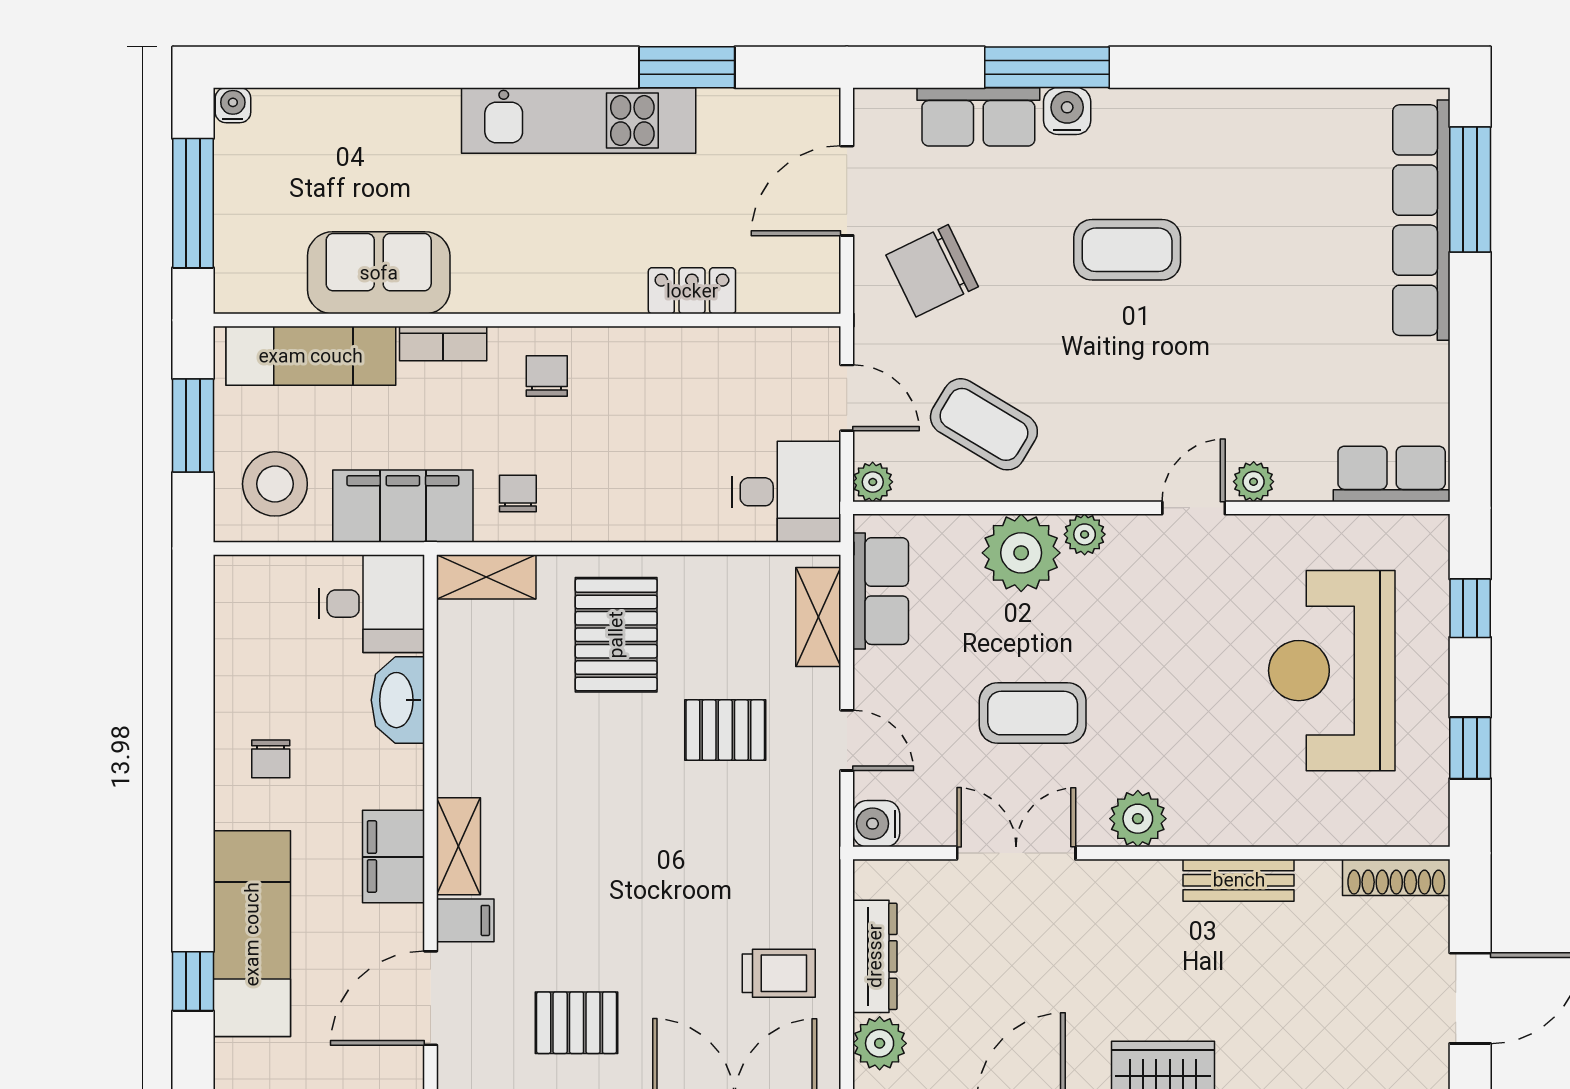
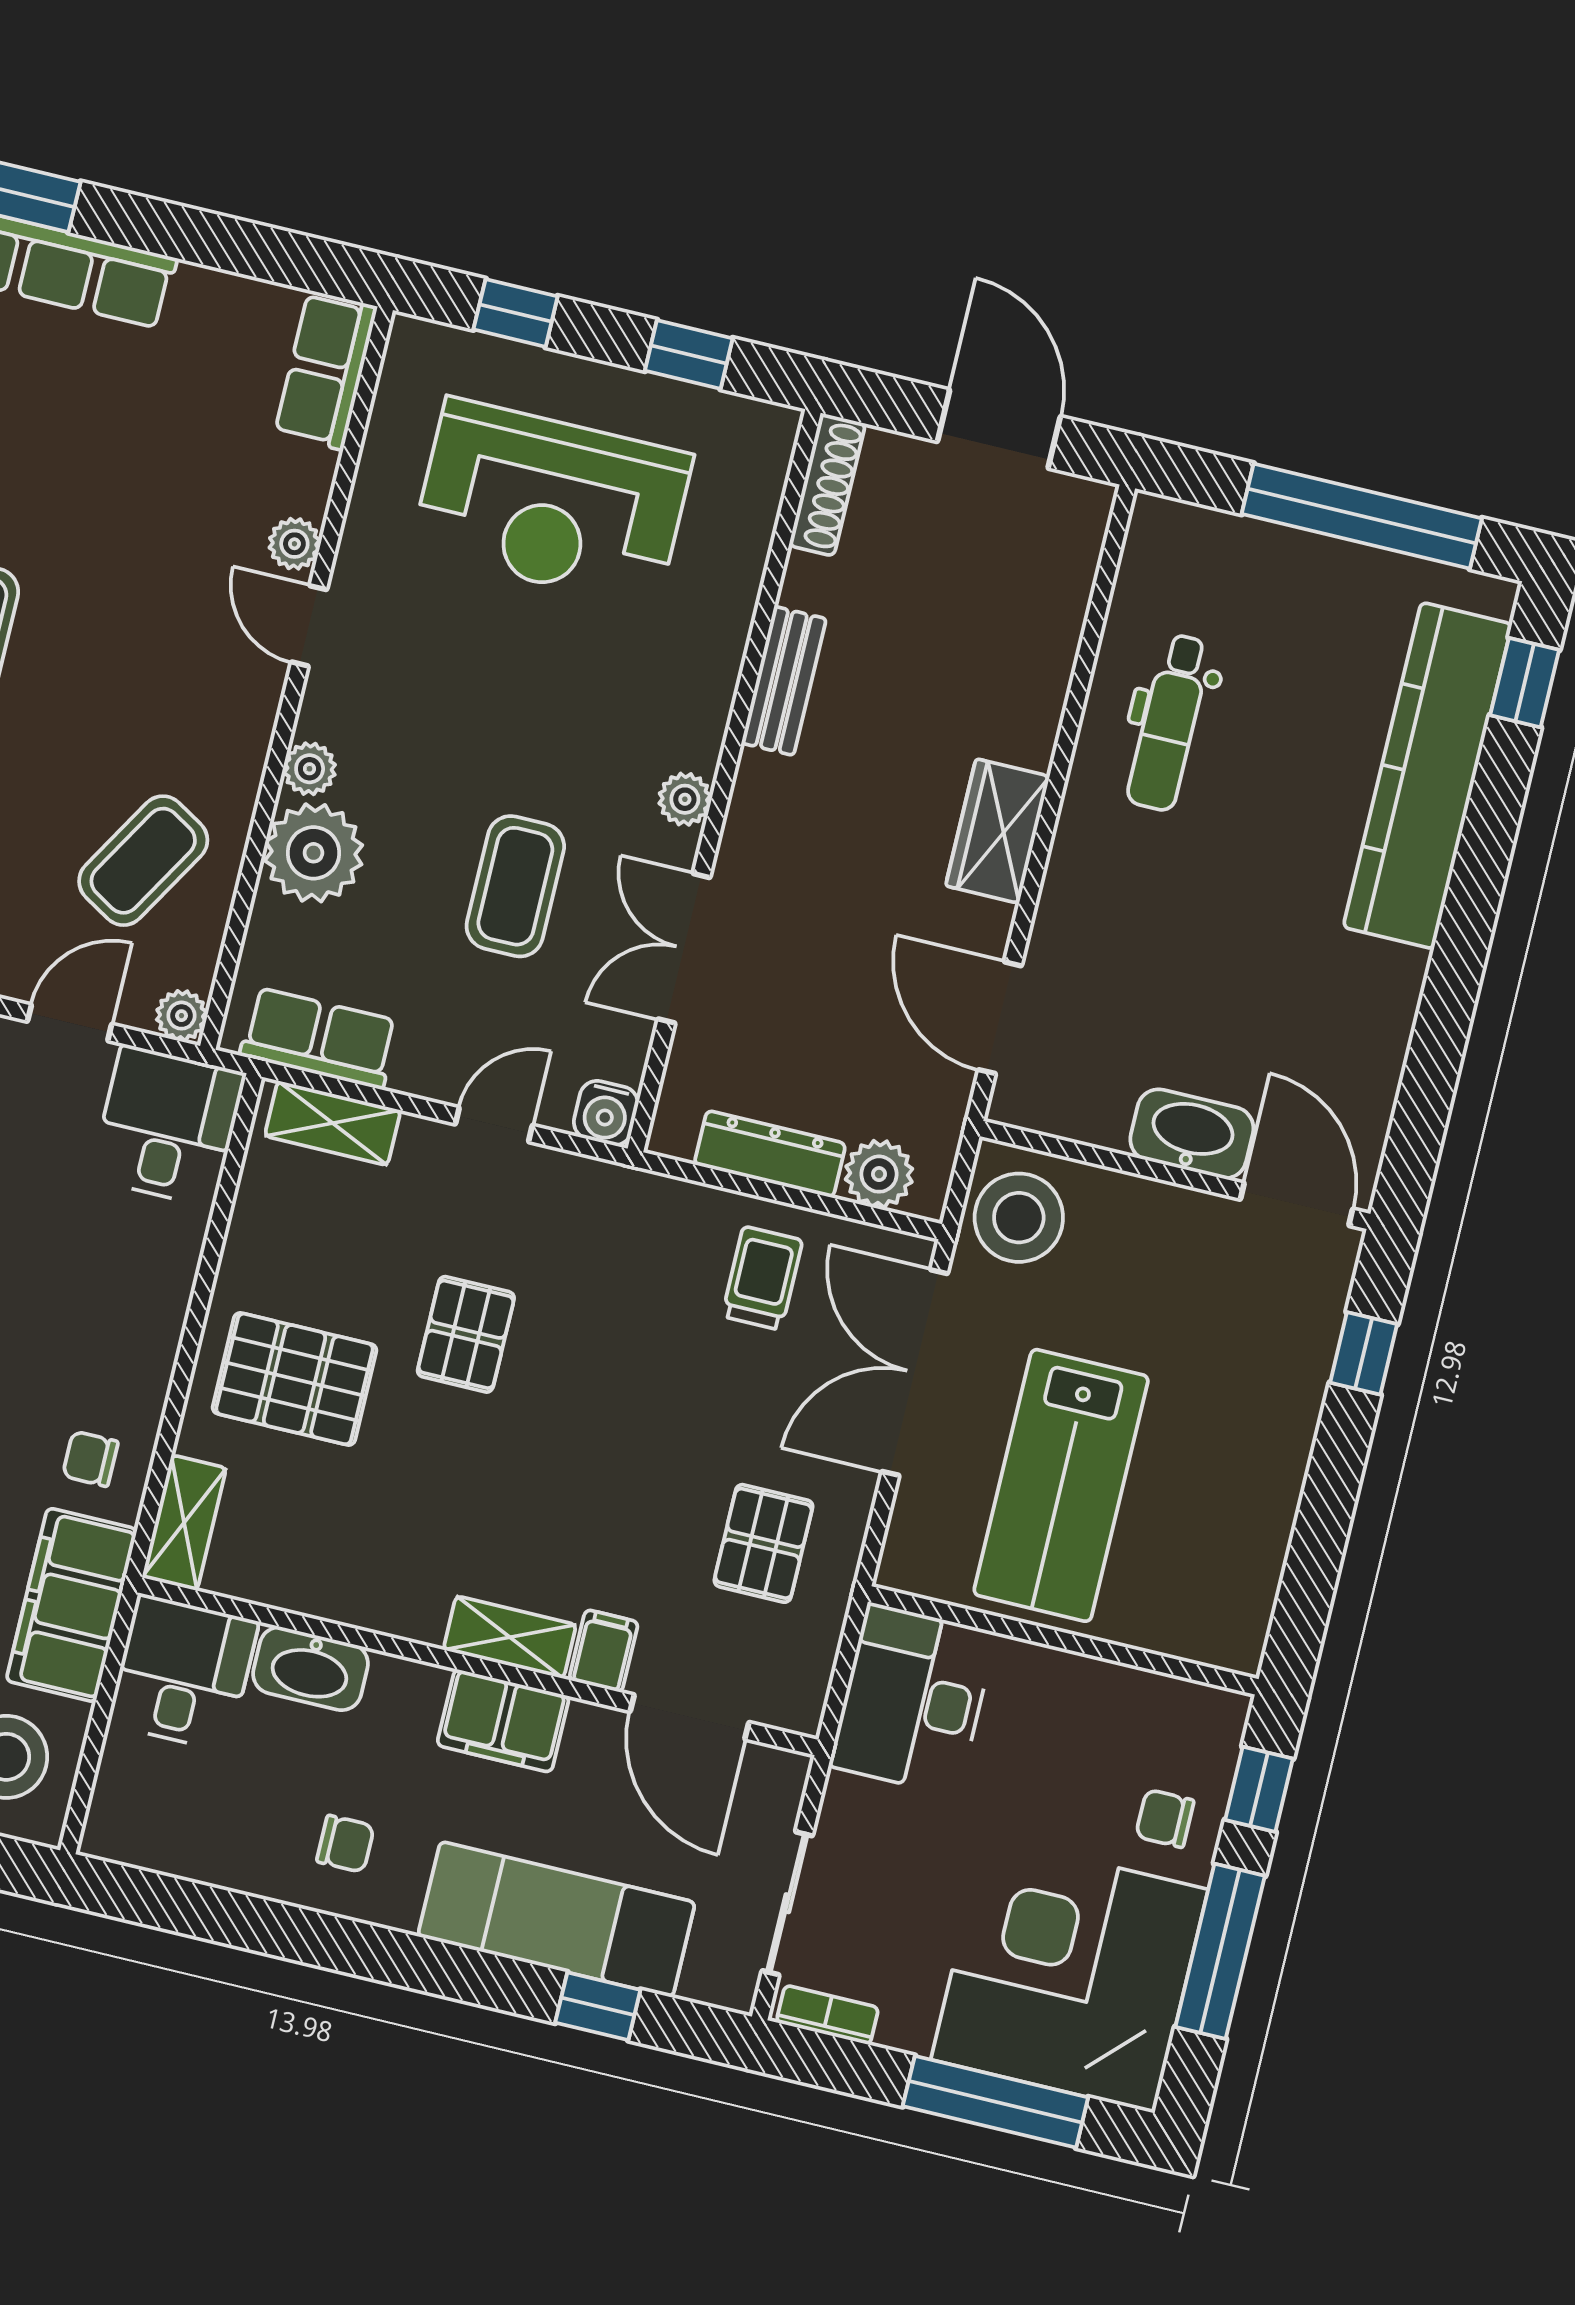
pallet: (725, 730) -> (466, 1334), moved
plant: (1138, 819) -> (685, 799), width x0.73, depth x0.73

